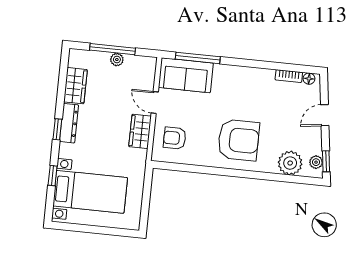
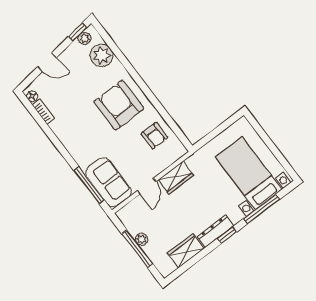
armchair: (175, 138) -> (154, 136), moved
window: (53, 176) -> (262, 209), width x2.17

